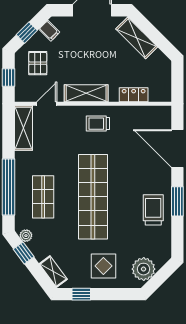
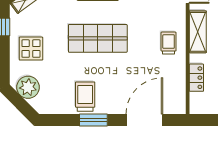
shop shelf: (93, 197) -> (98, 38), width x0.71
trolley: (153, 210) -> (85, 97), turned -90

